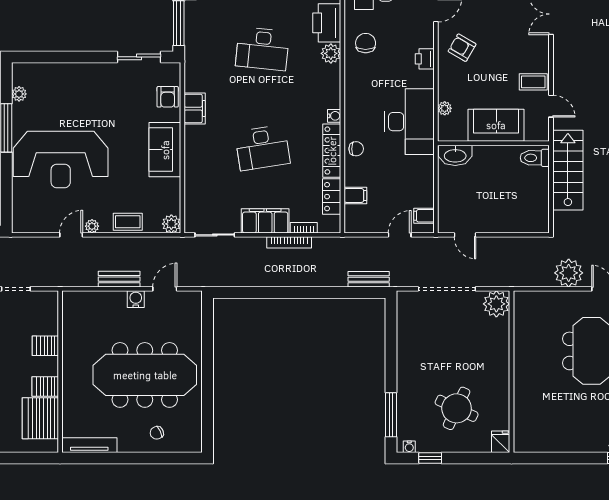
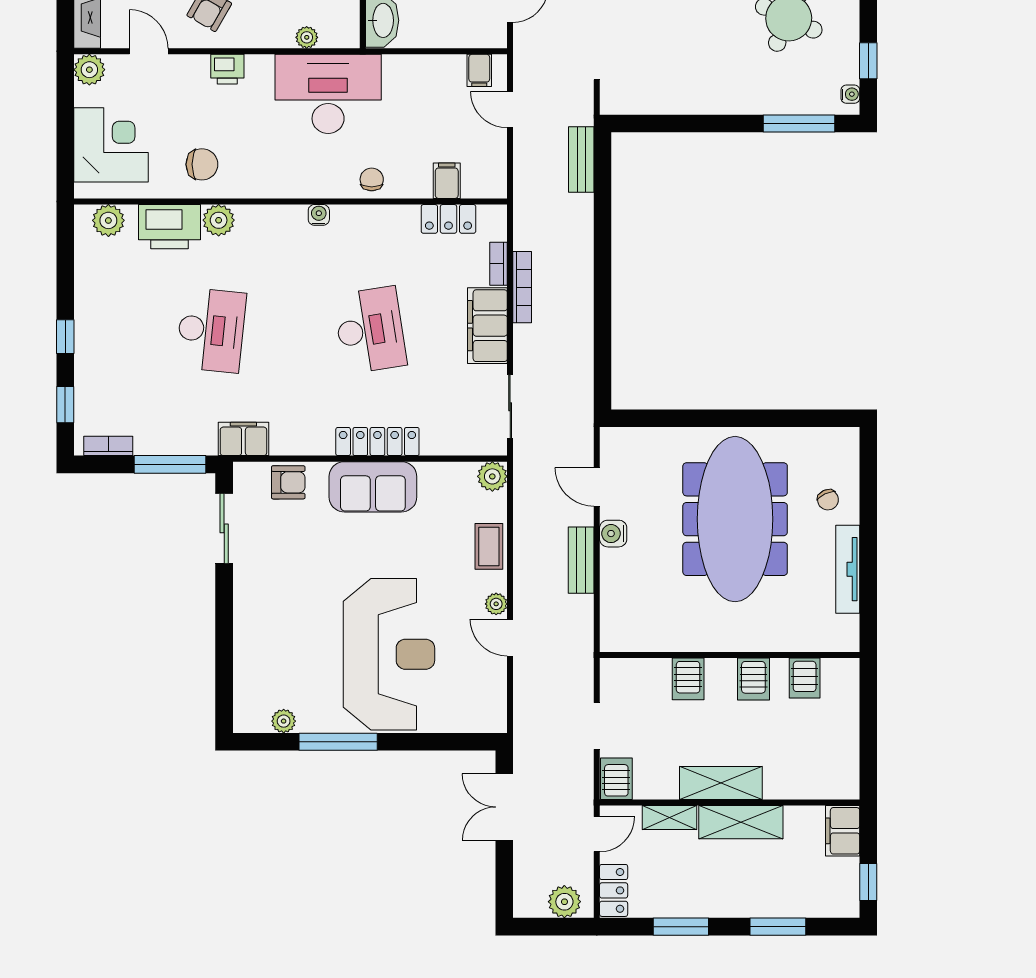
chair: (366, 43) -> (202, 164), turned 180
filing cabinet: (195, 109) -> (243, 439), moved
locker: (332, 151) -> (377, 442), moved, turned 180
server rack: (40, 418) -> (805, 678), width x0.46, depth x0.70
tv unit: (89, 445) -> (848, 569), moved

